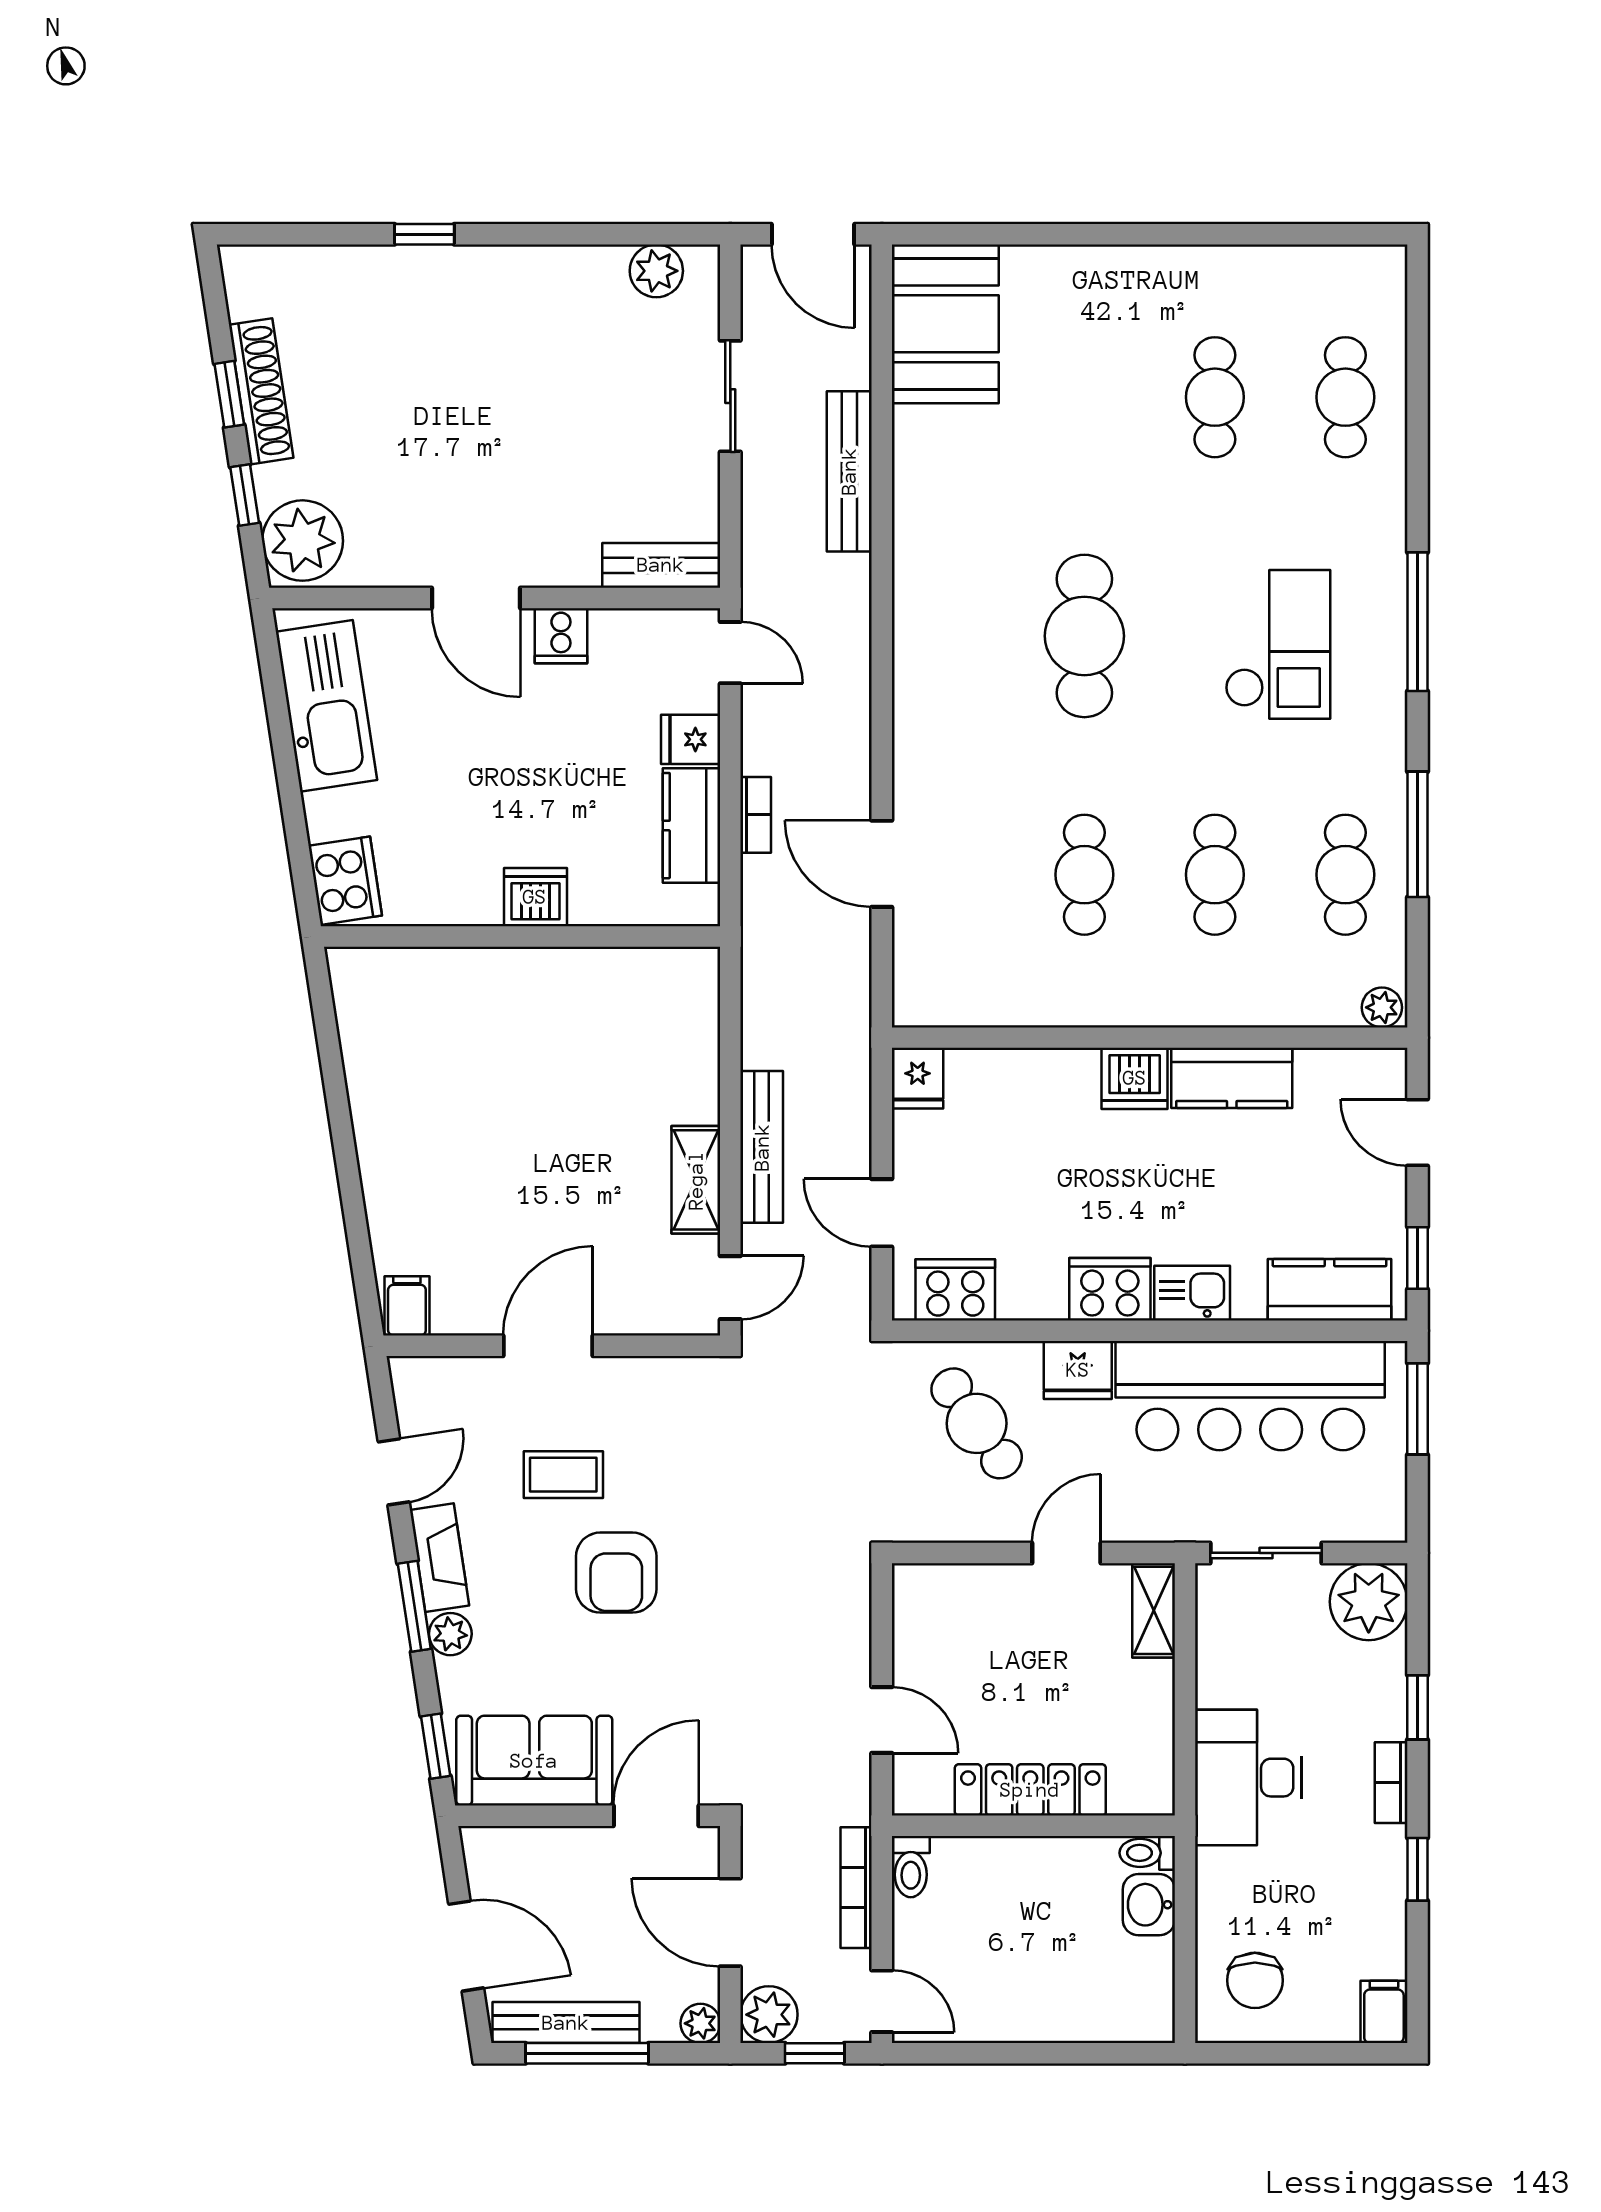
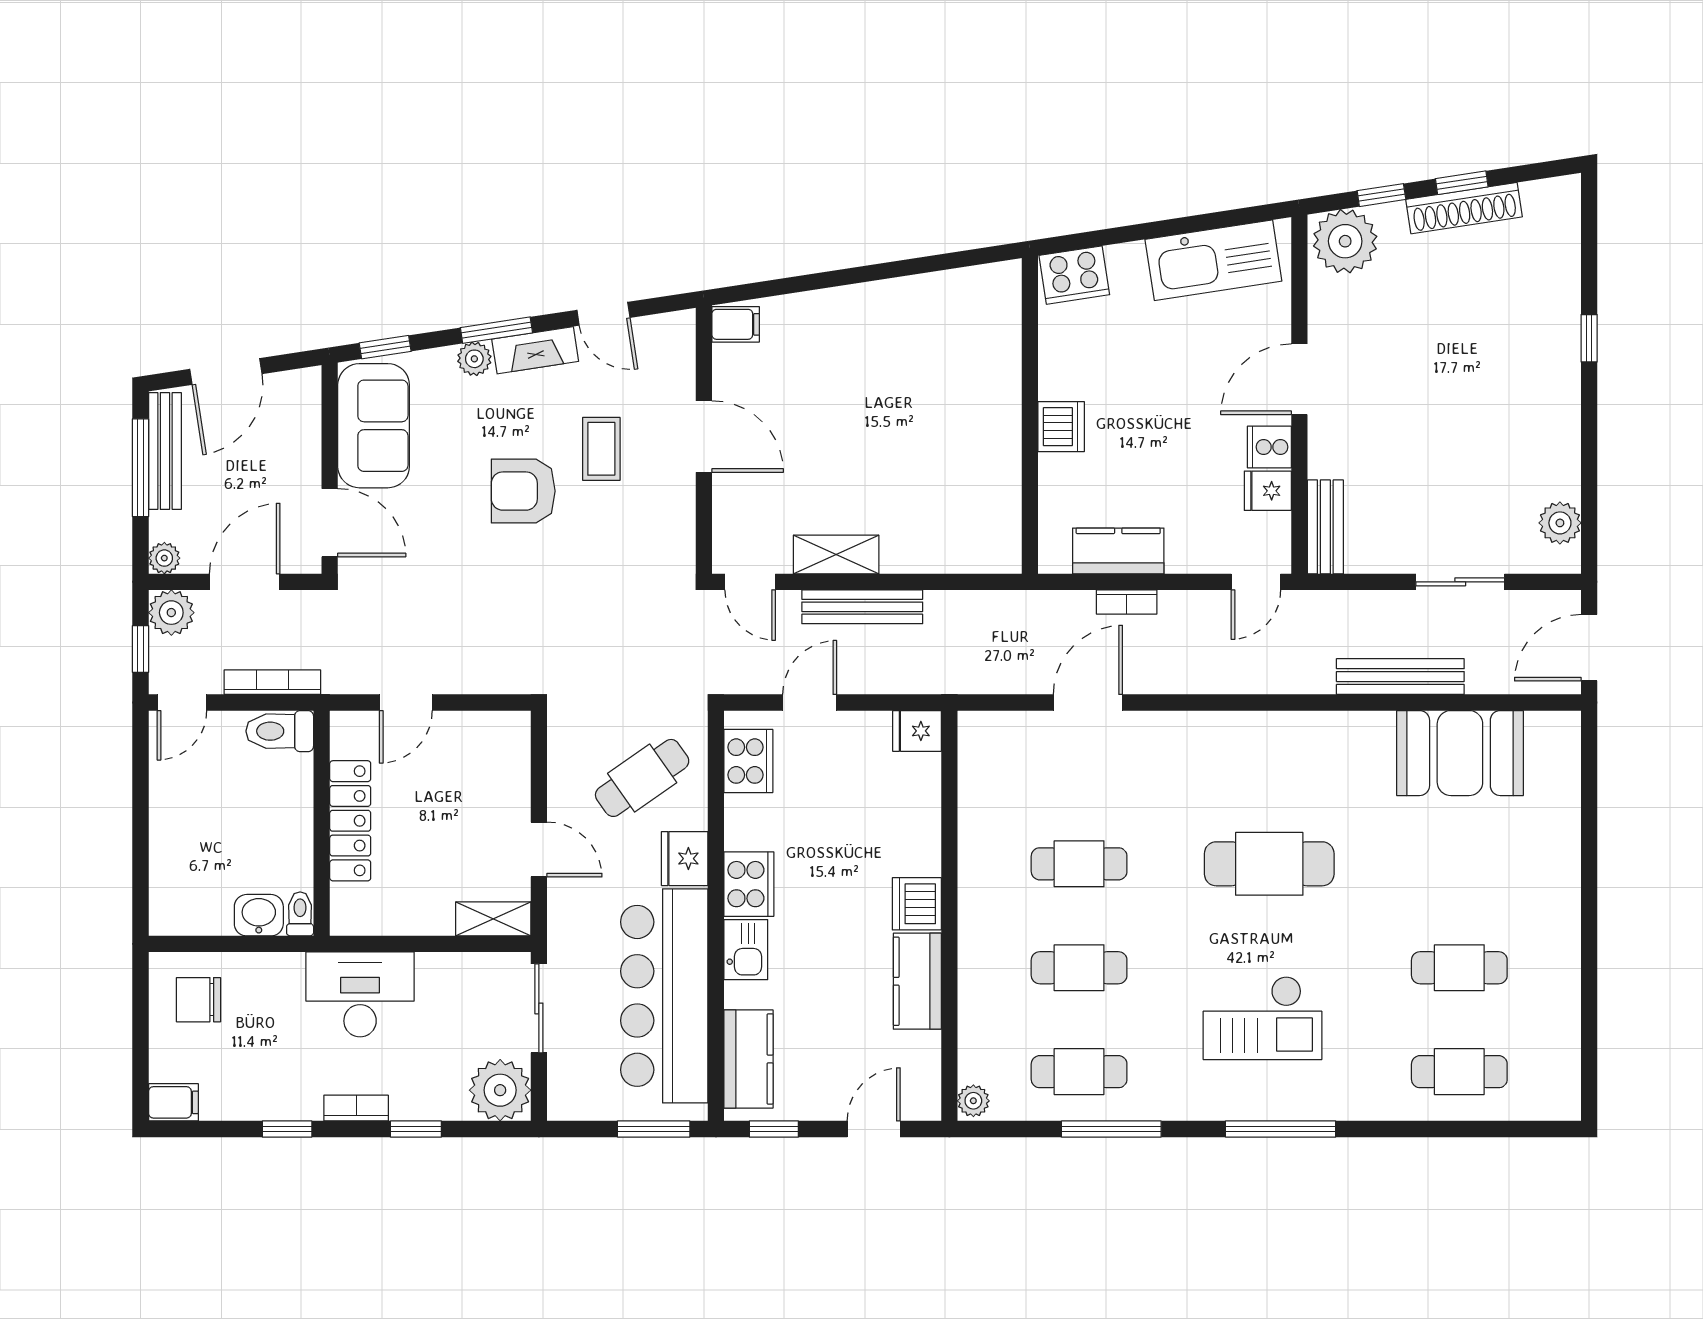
booth: (945, 324) -> (1460, 753), moved
fridge: (691, 739) -> (1268, 491), moved, turned -90
toilet: (911, 1867) -> (280, 731), width x1.37, depth x1.39

